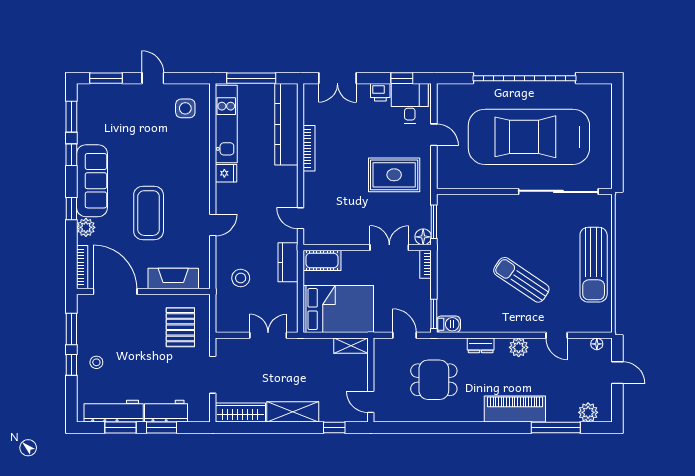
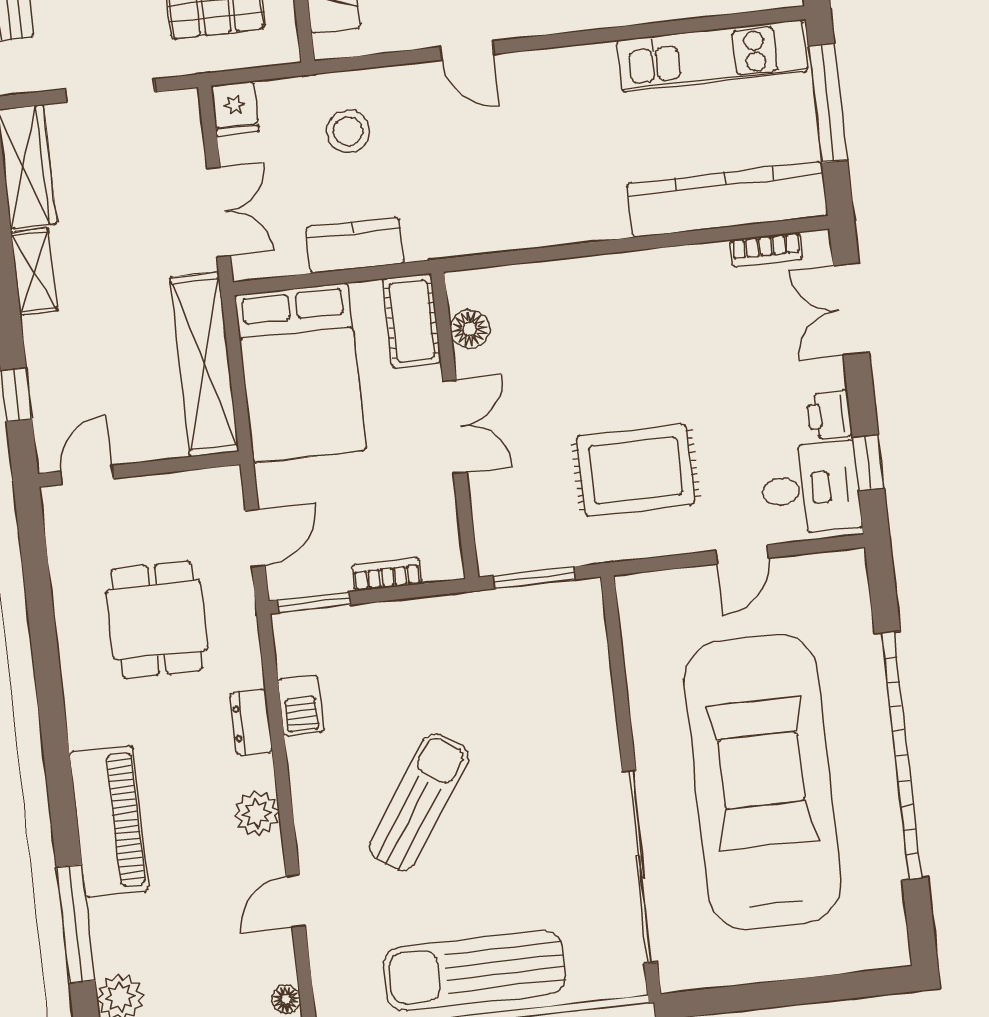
bookcase: (309, 148) -> (766, 250), moved, width x0.64
fridge: (226, 173) -> (235, 109), moved
rug: (394, 175) -> (636, 470), turned 90
door: (300, 218) -> (507, 258), removed
floor lamp: (423, 237) -> (470, 329), moved
double door: (389, 248) -> (455, 426), moved
kitchen counter: (288, 262) -> (355, 245), moved
bookcase: (426, 264) -> (387, 574), moved
barbecue: (448, 324) -> (301, 706), moved
shelving: (351, 346) -> (204, 364), width x2.20, depth x1.33
shelving: (293, 412) -> (34, 272), width x0.67, depth x0.75

